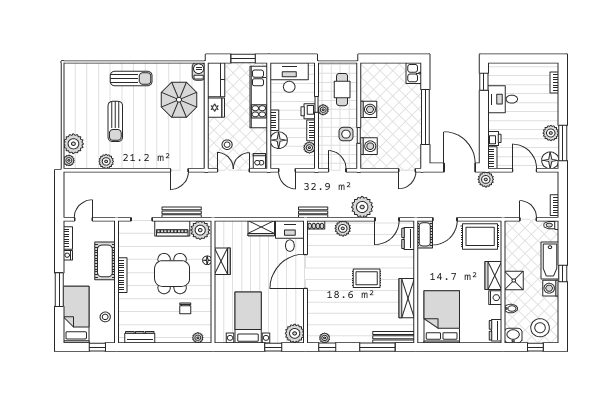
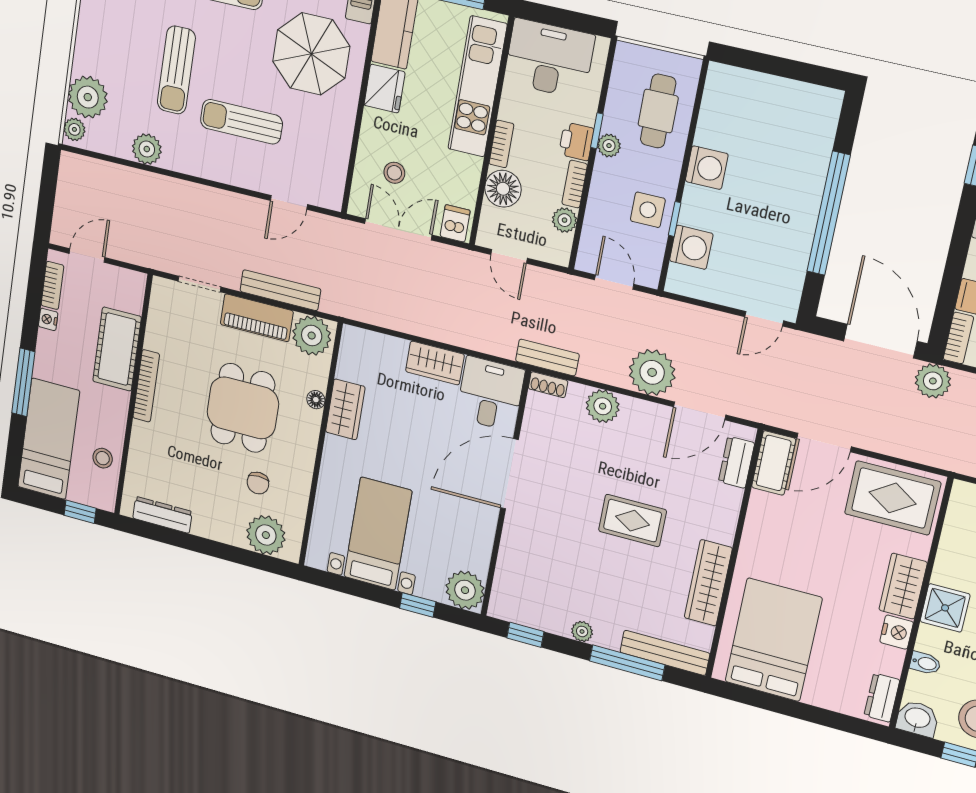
kitchen sink: (414, 73) -> (823, 111), removed
sun lounger: (150, 138) -> (241, 122), added
plant: (198, 338) -> (266, 535), width x1.88, depth x1.88
plant: (325, 338) -> (582, 631), moved

